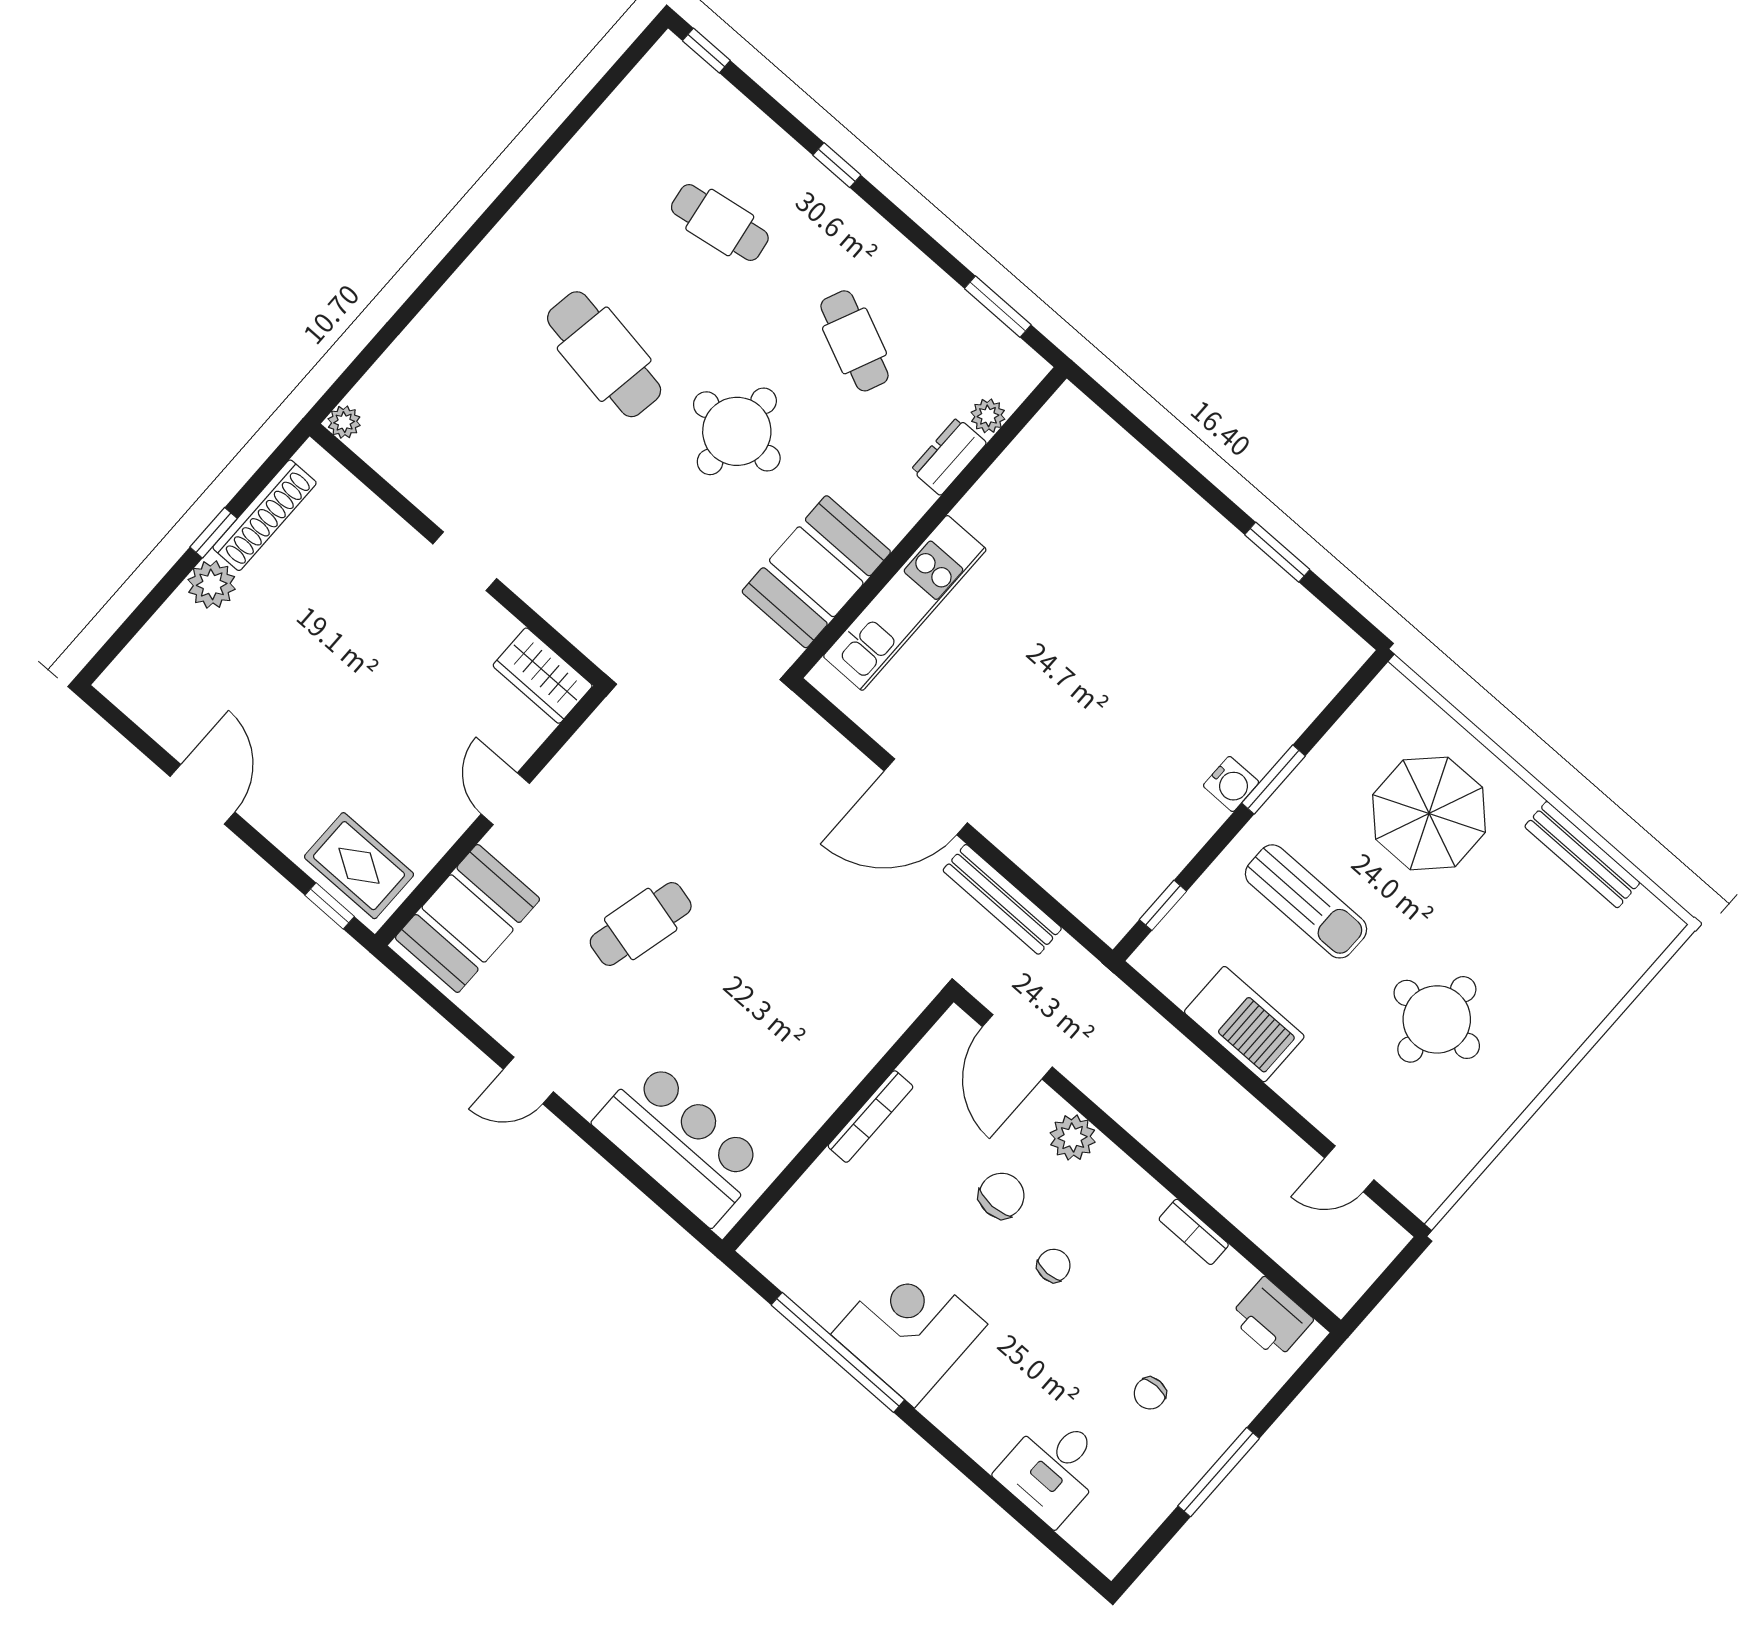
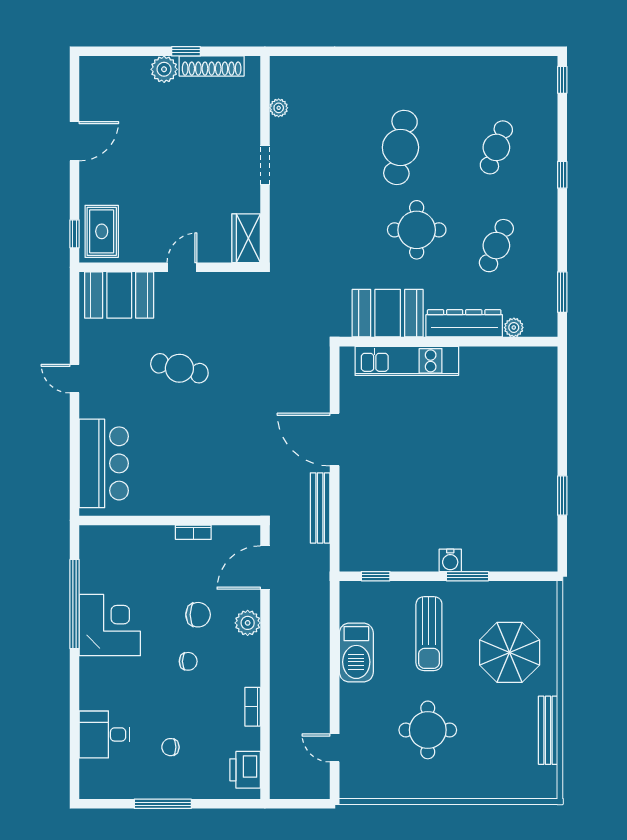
cafe table: (720, 223) -> (496, 147), turned 30
plant: (344, 422) -> (279, 108), moved
dresser: (949, 456) -> (464, 323), width x1.96, depth x1.24
bookcase: (870, 1117) -> (193, 532), width x0.64

